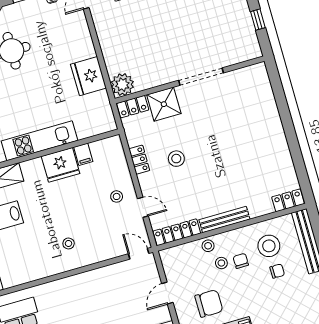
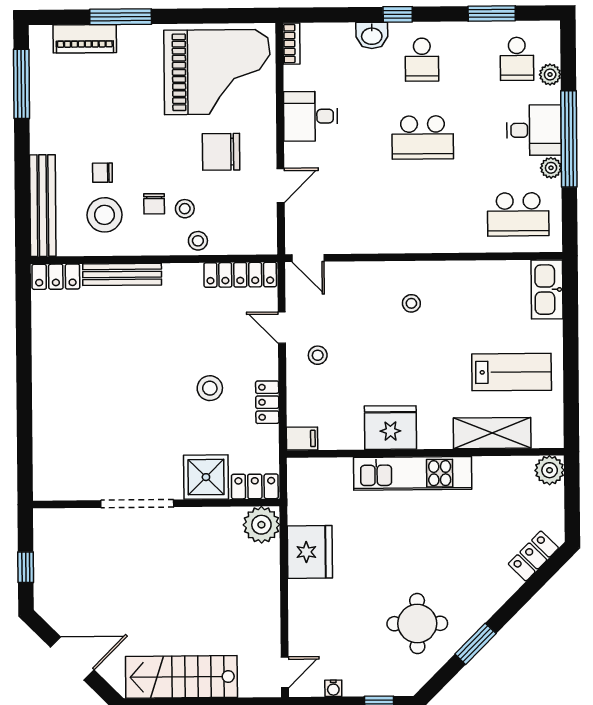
filing cabinet: (83, 154) -> (302, 438), moved, turned 90
bench: (224, 220) -> (122, 274), moved

